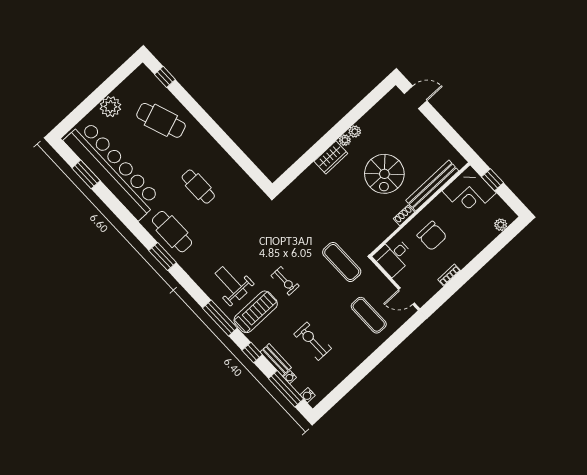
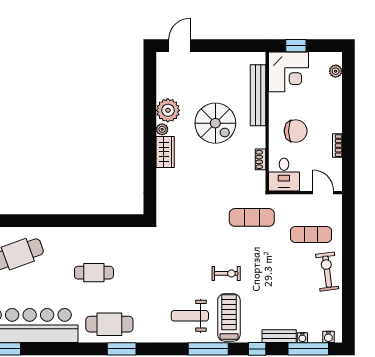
plant: (355, 132) -> (168, 110), width x1.87, depth x1.87
shoe rack: (404, 215) -> (260, 159), moved
door: (407, 296) -> (323, 193), swing flipped
exercise bike: (313, 341) -> (327, 272), moved, turned 83

